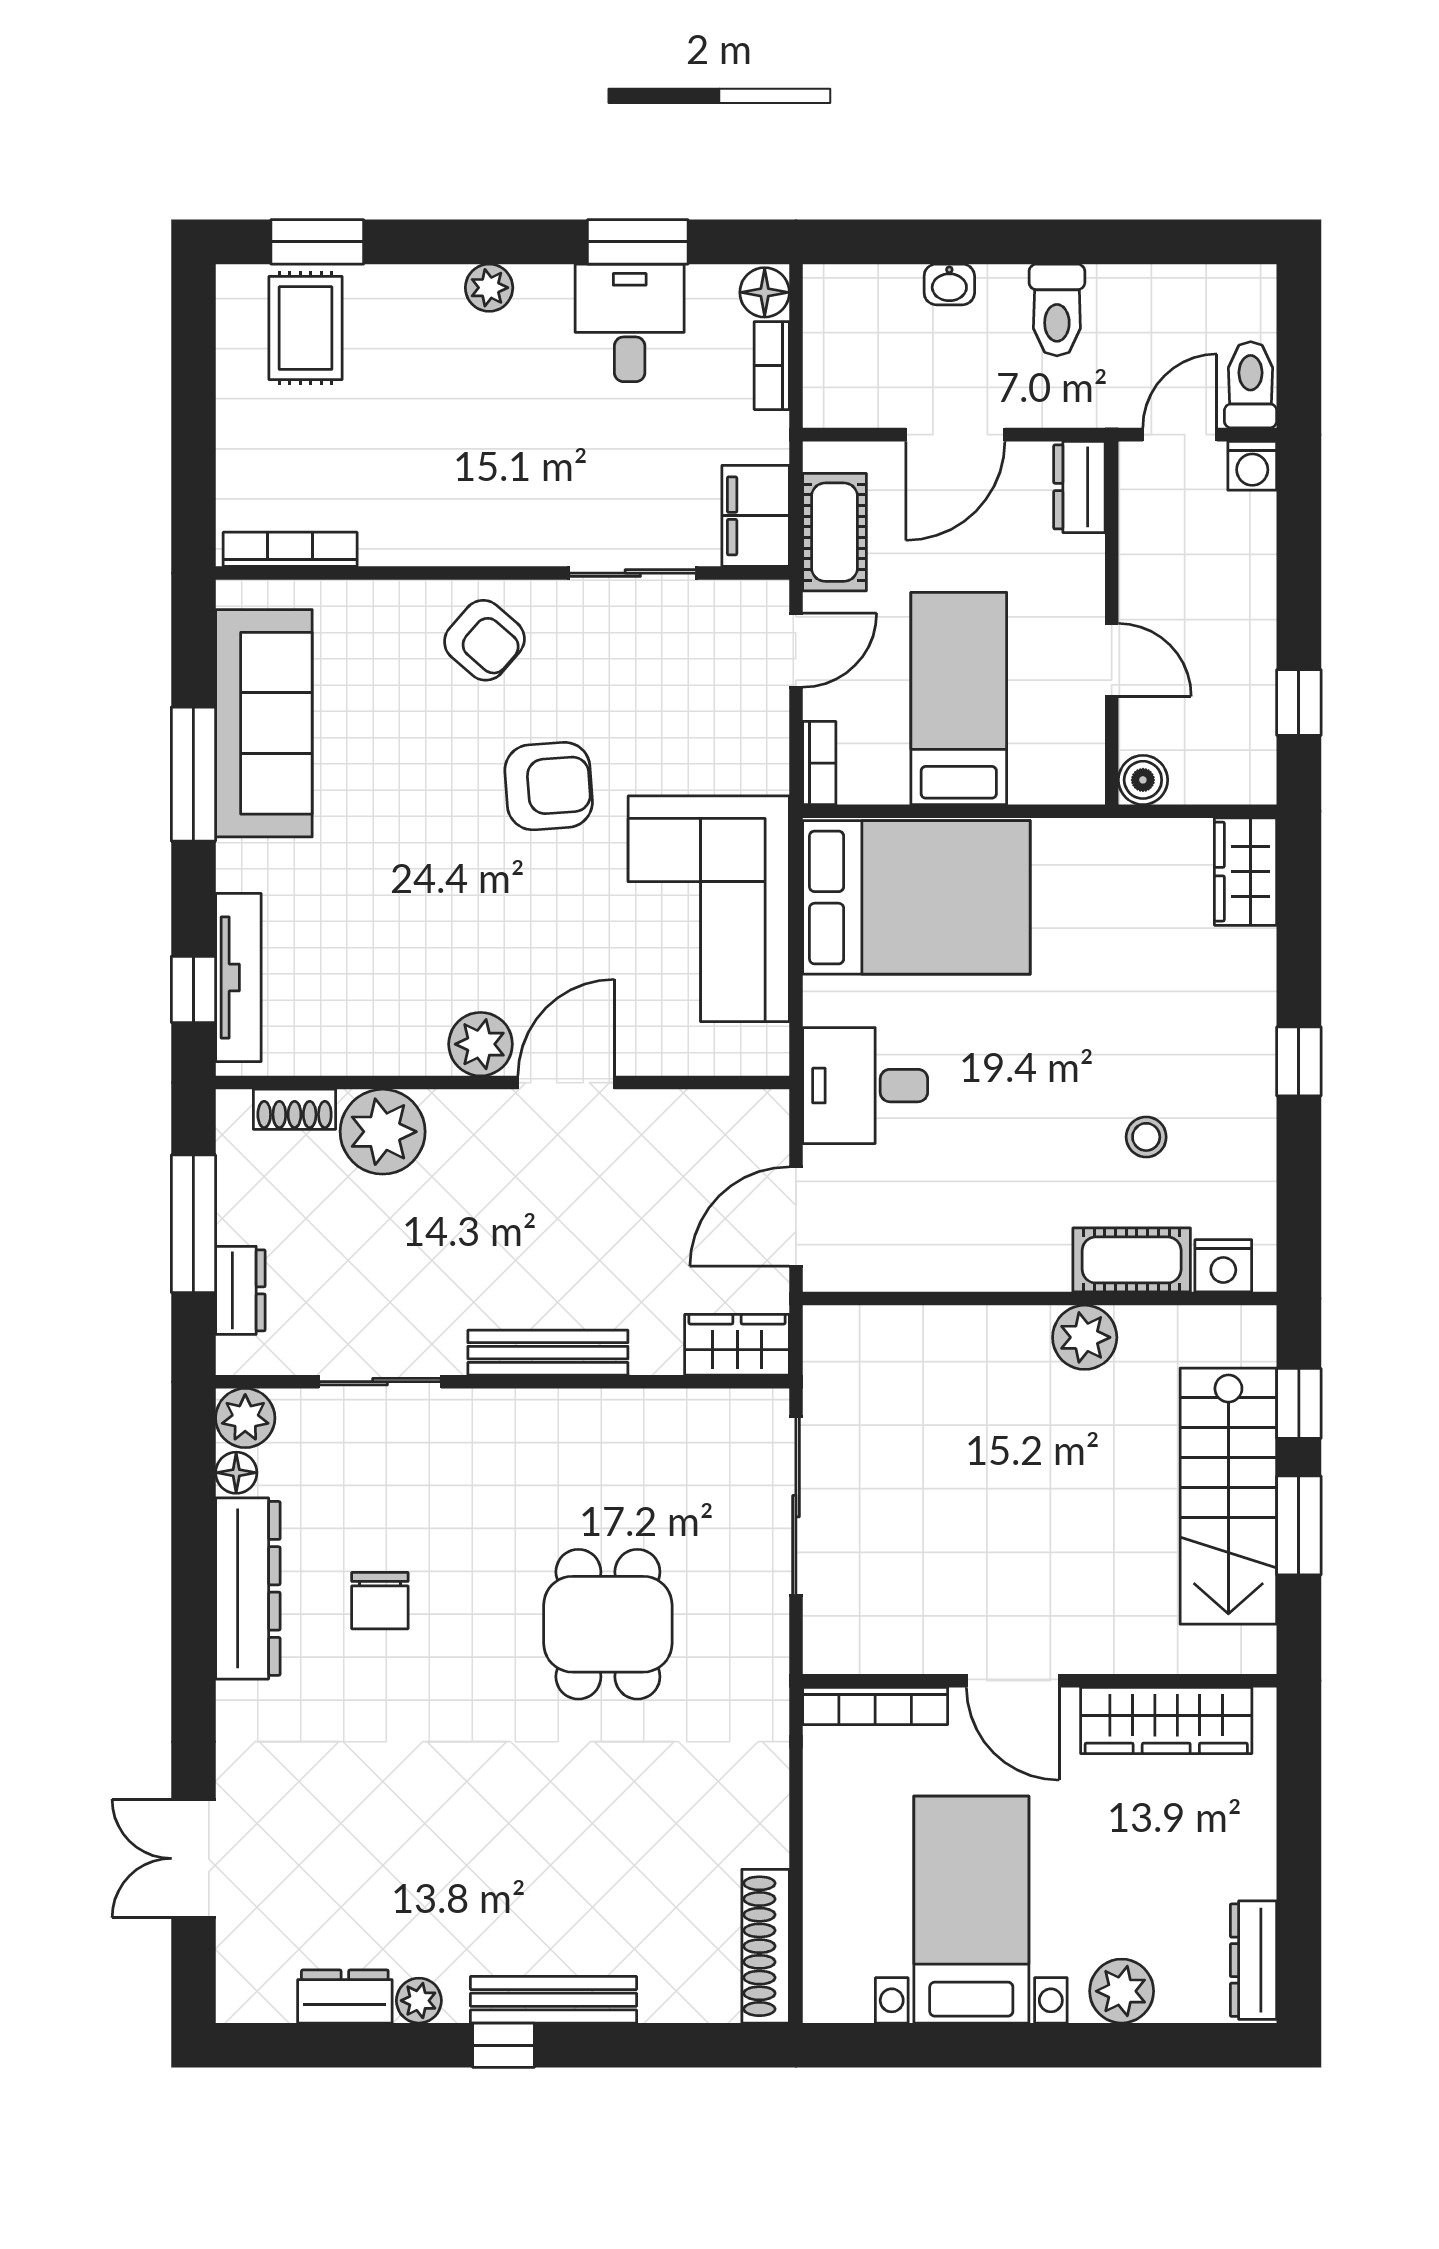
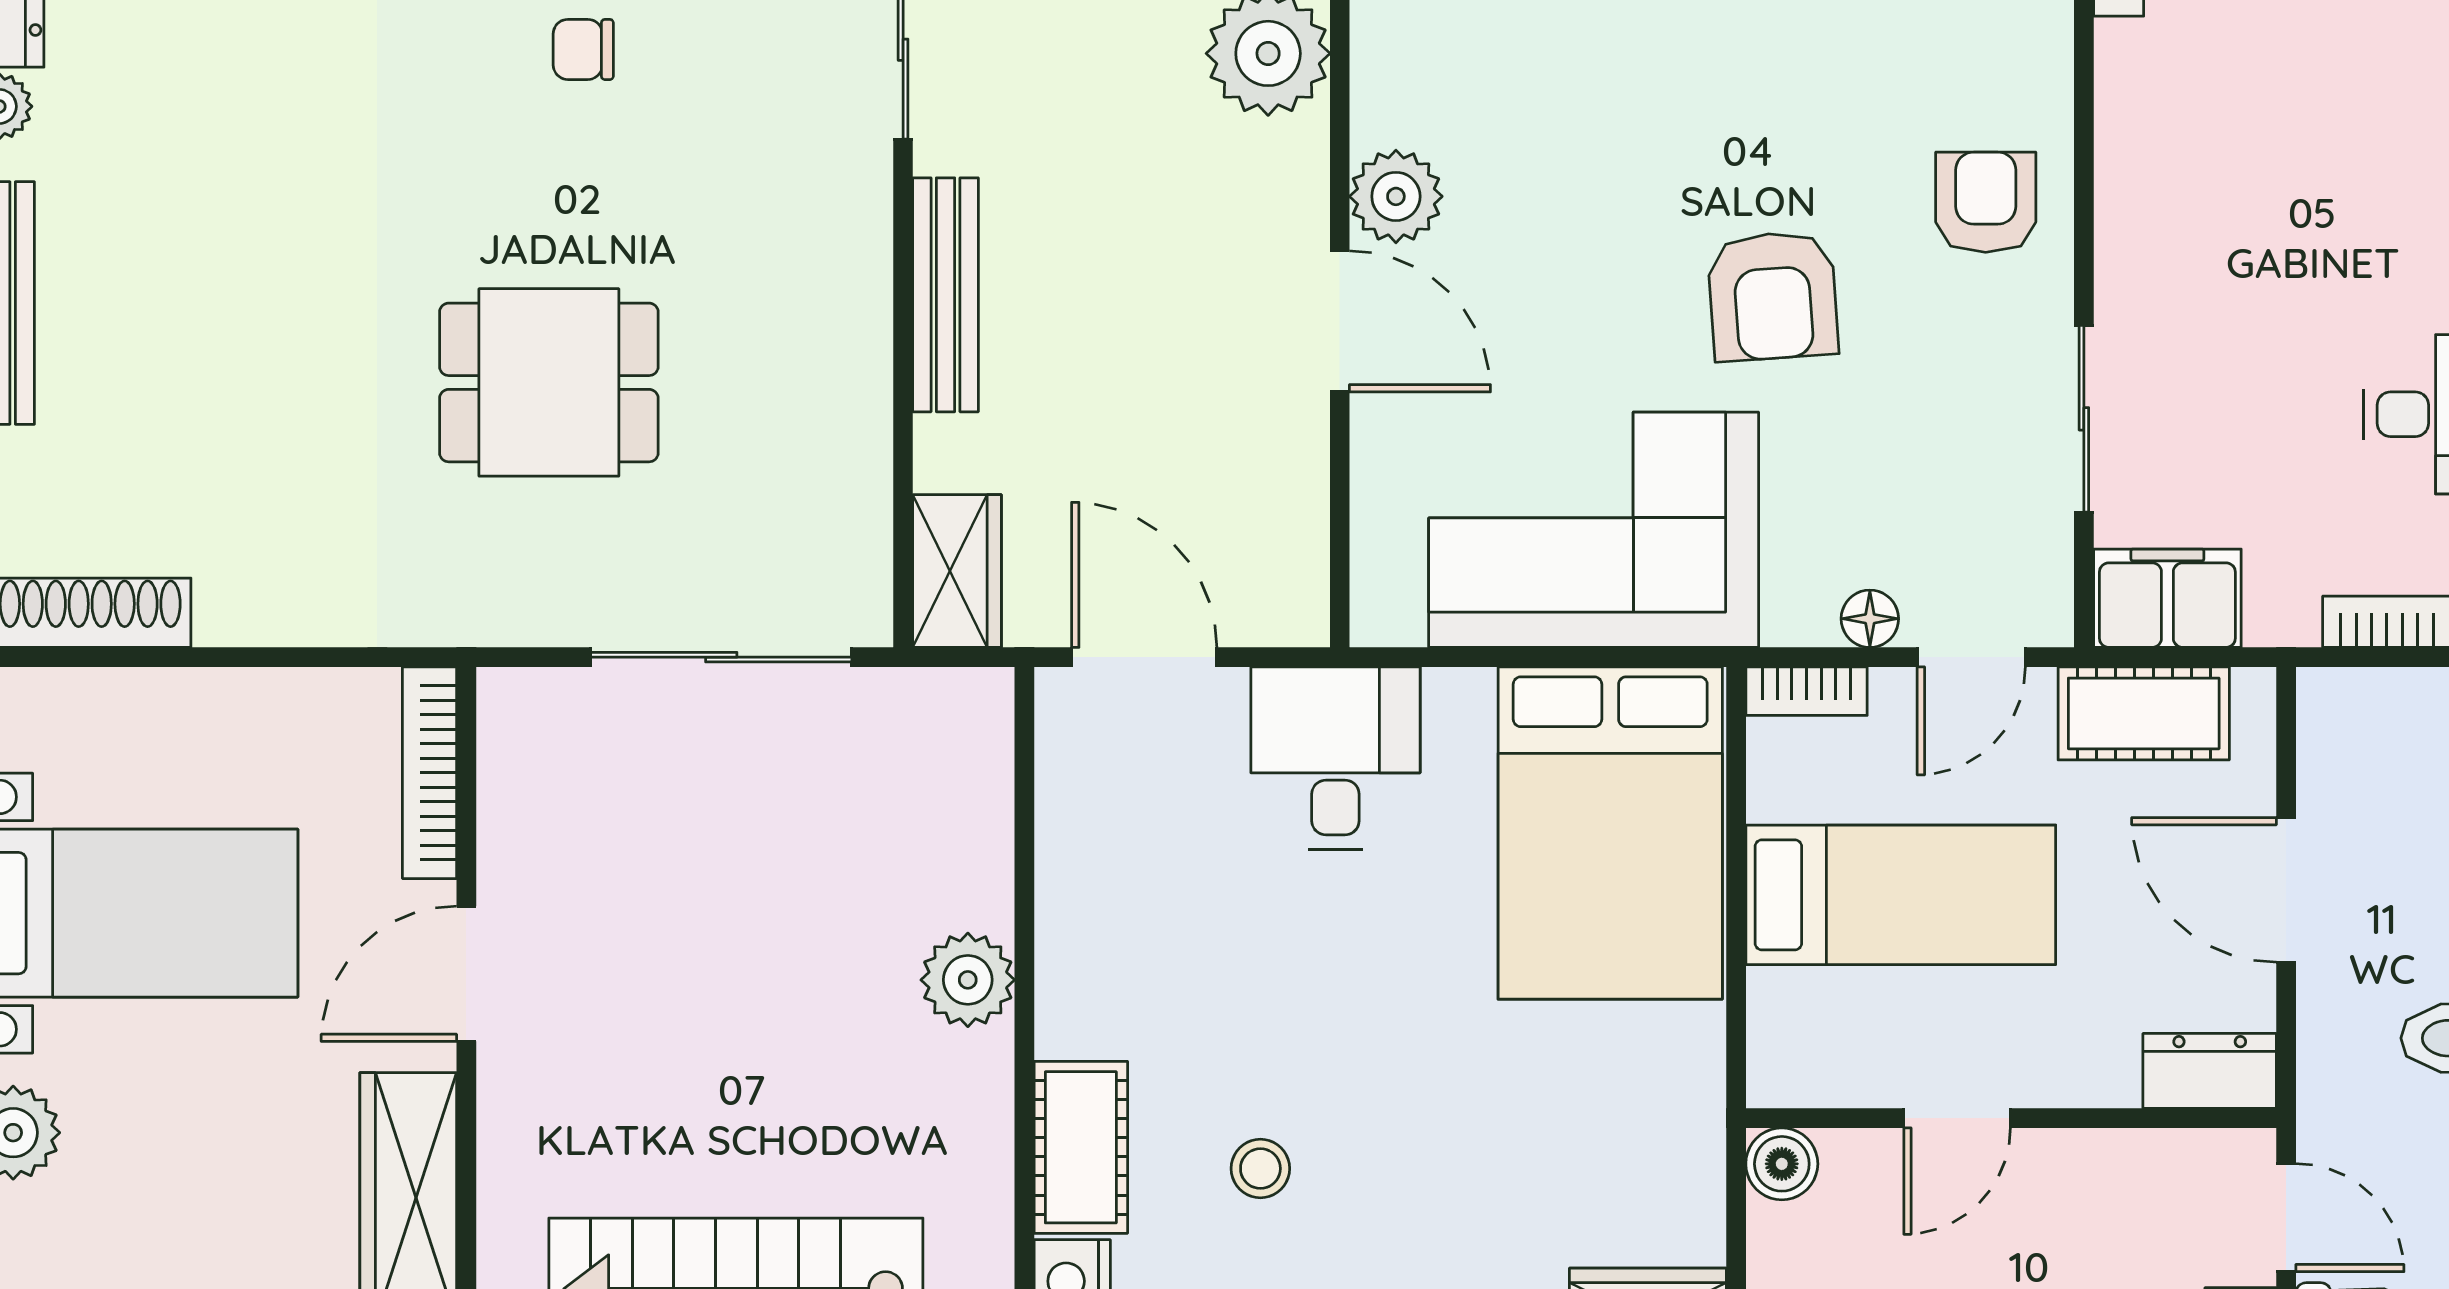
armchair: (484, 640) -> (1986, 202), turned 139
door: (796, 650) -> (1971, 657), hinge flipped
floor lamp: (770, 720) -> (1870, 619), added
plant: (1085, 1337) -> (968, 980), moved
chair: (380, 1601) -> (583, 49), width x0.73, depth x0.73

